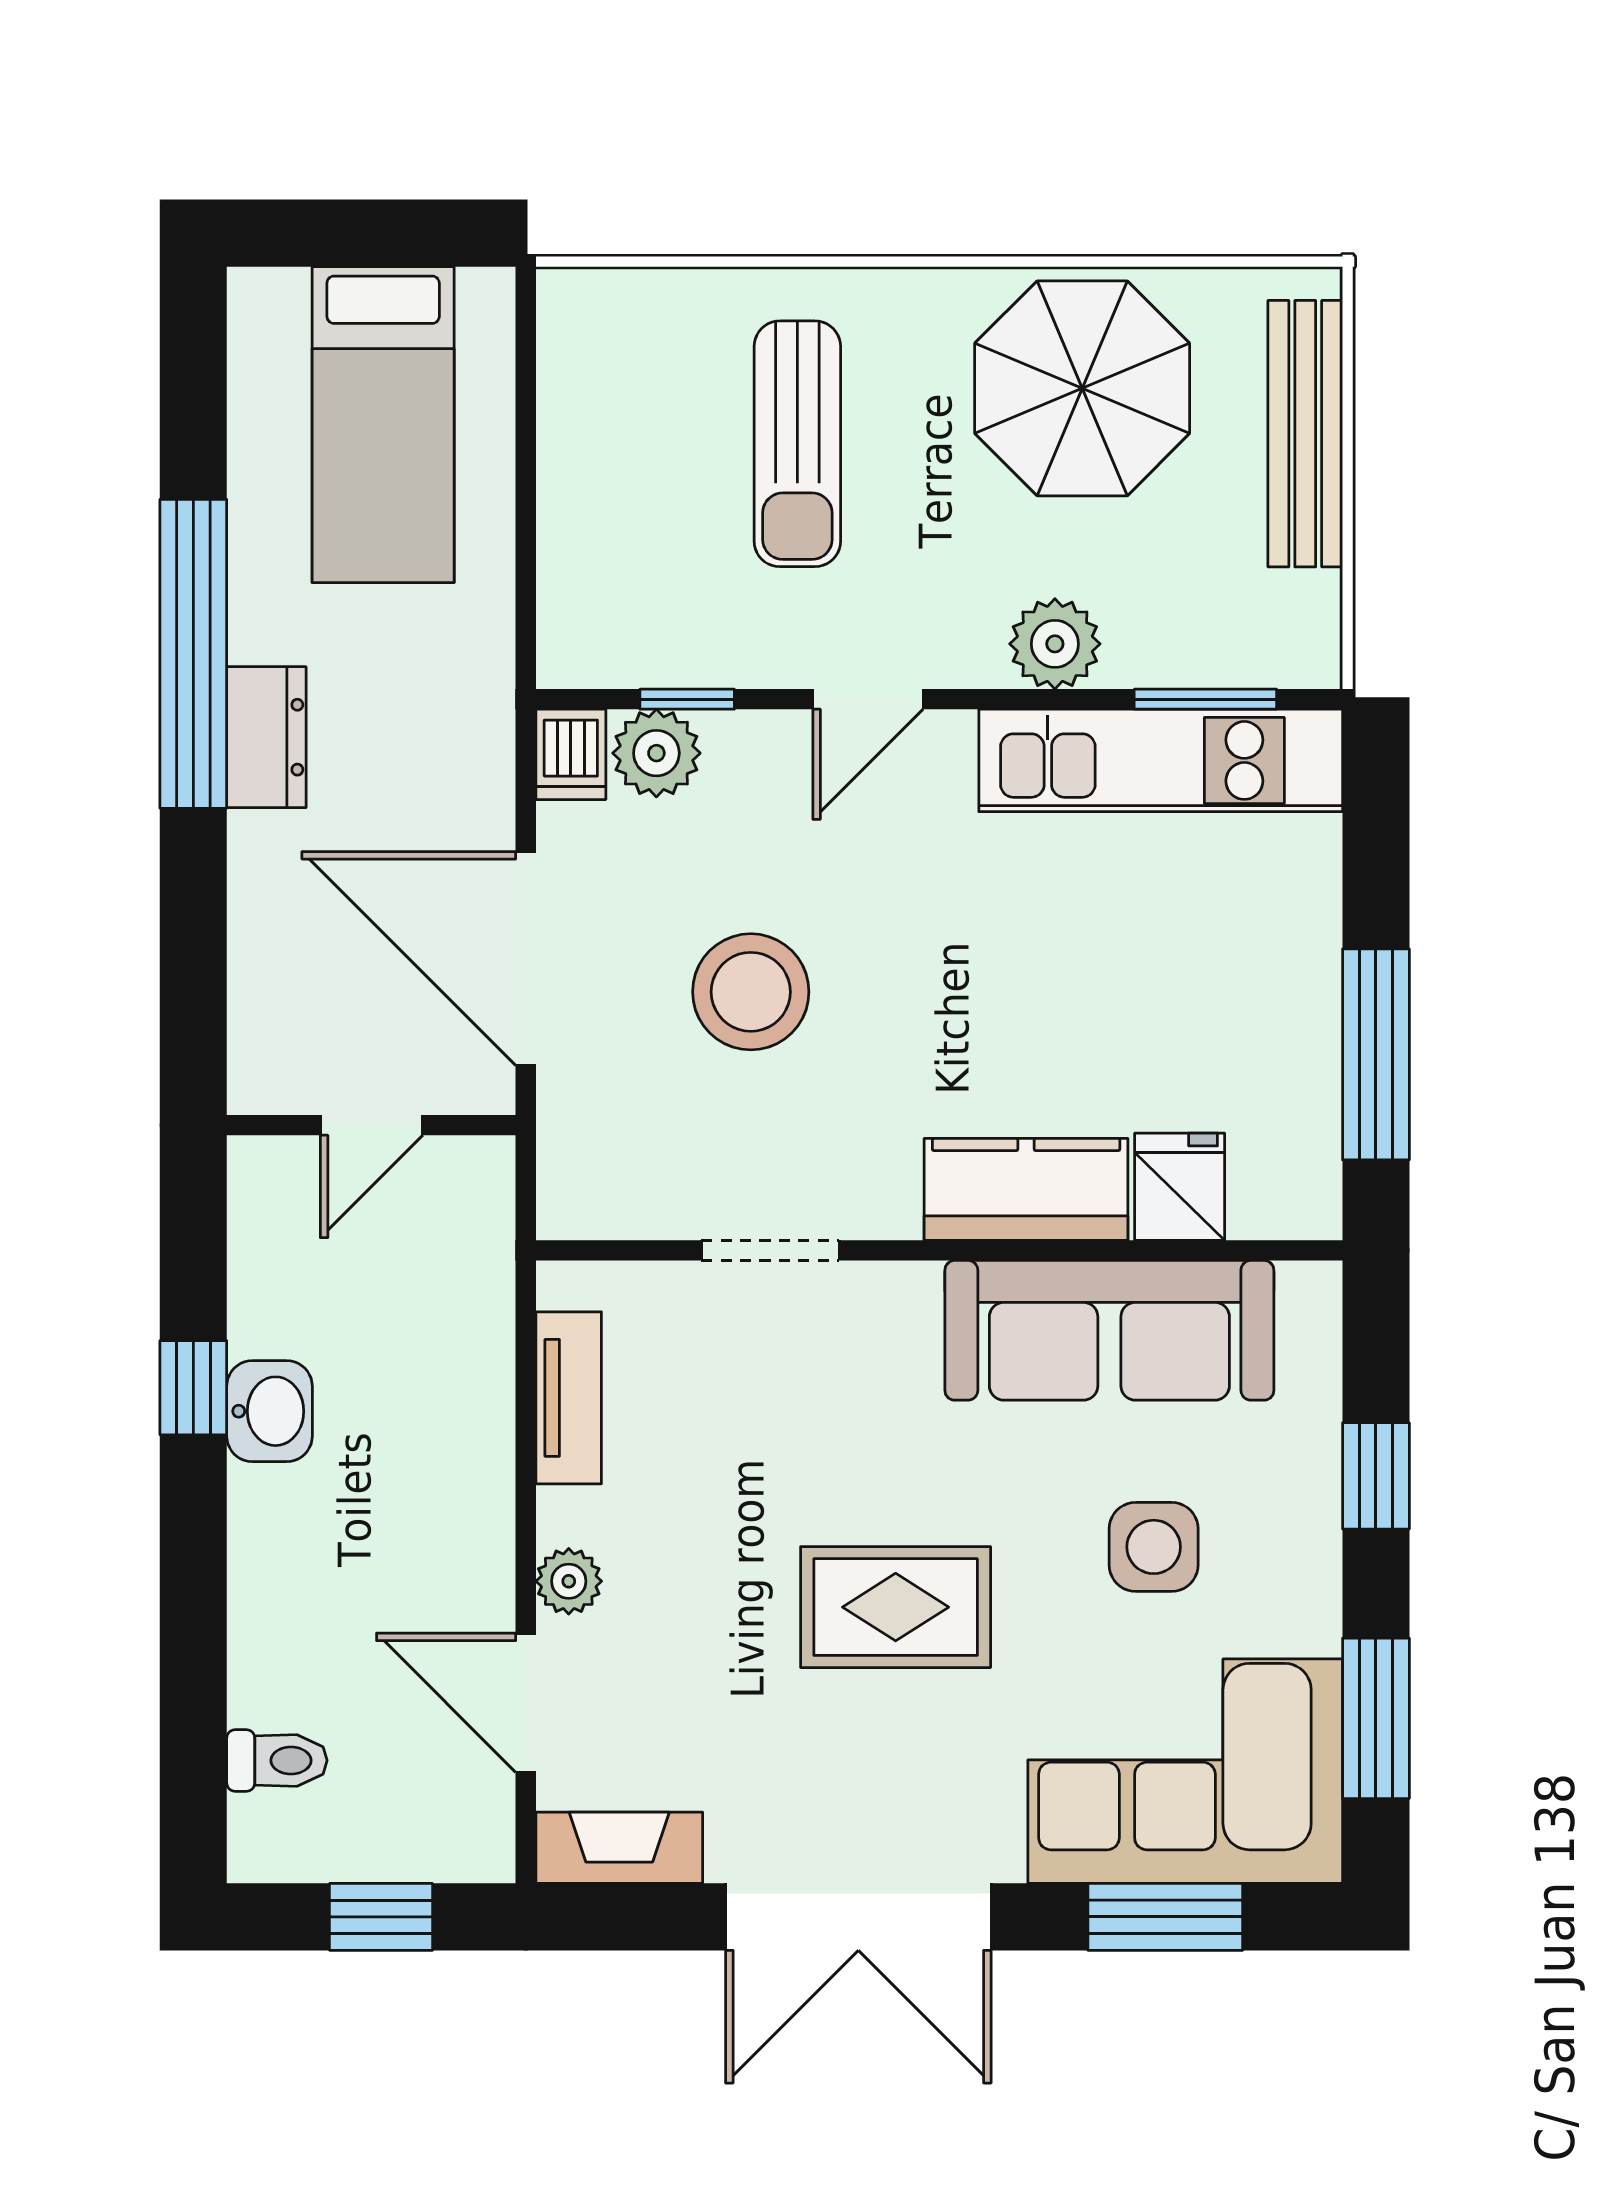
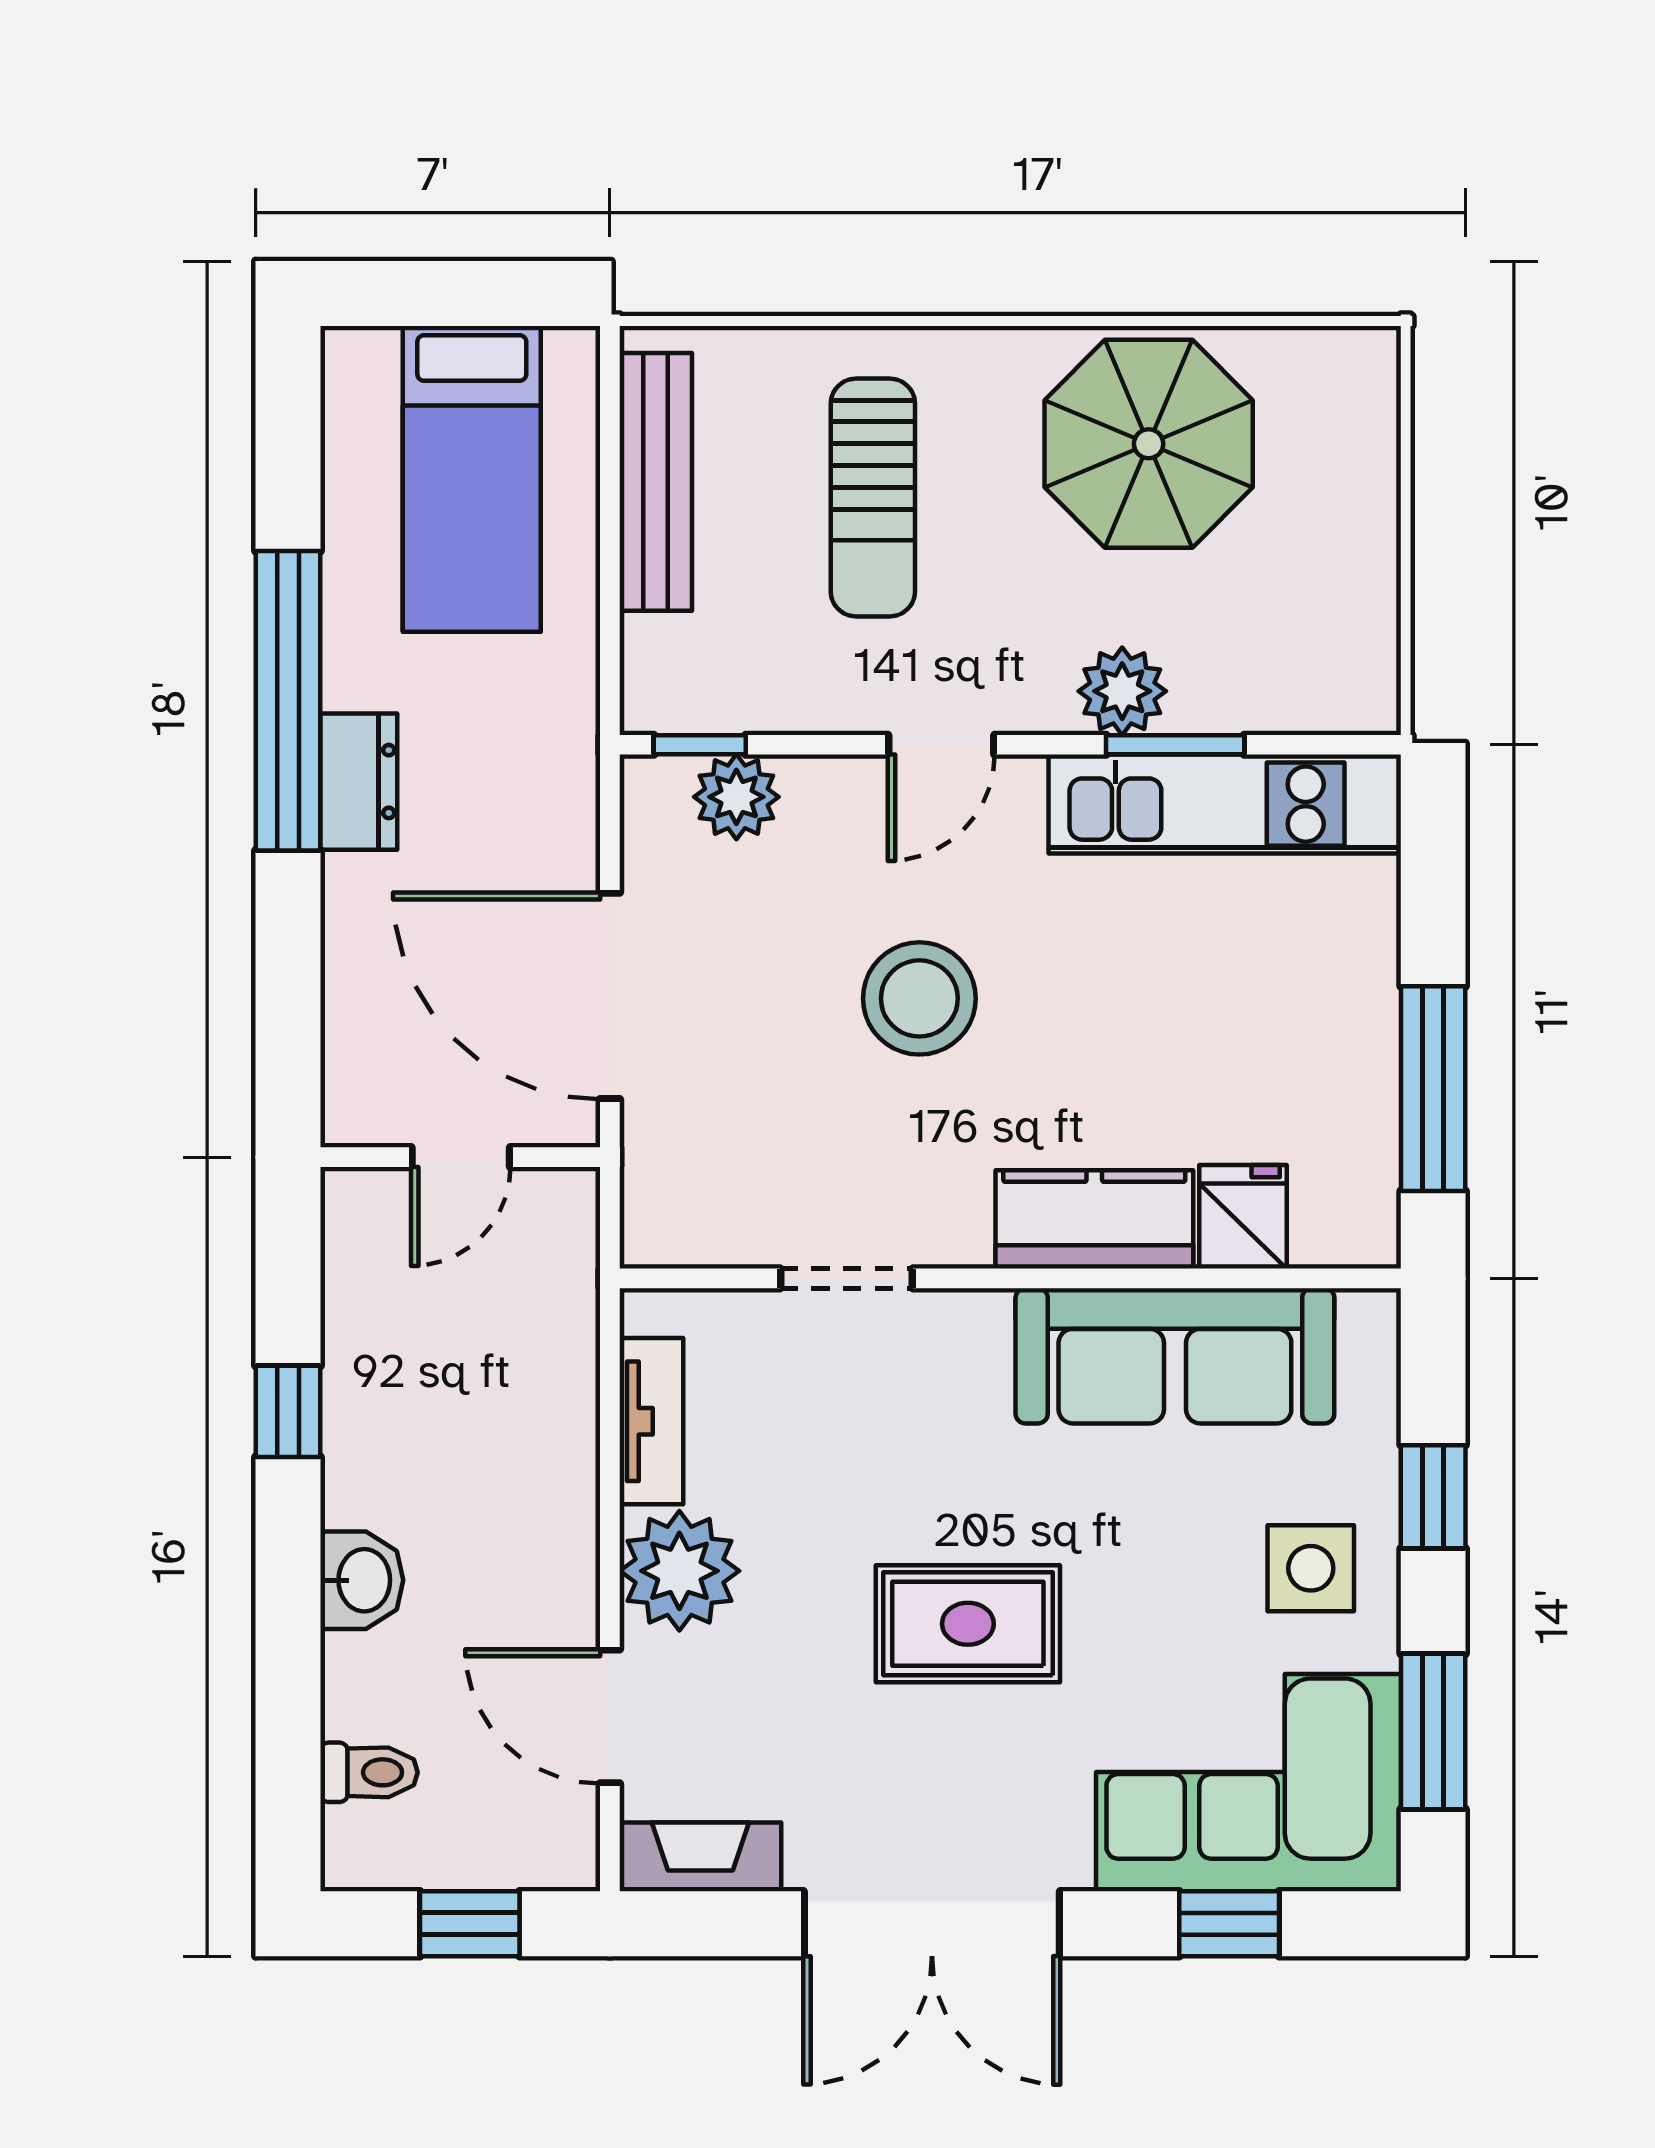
bench: (1305, 434) -> (656, 482), moved
window: (687, 699) -> (700, 745), moved
window: (1205, 699) -> (1175, 745), moved
dishwasher: (571, 754) -> (654, 798), removed
stool: (751, 992) -> (919, 998), moved
washbasin: (269, 1411) -> (362, 1580), moved
side table: (1154, 1547) -> (1311, 1568), moved
plant: (569, 1581) -> (679, 1571), width x1.88, depth x1.88
window: (1165, 1917) -> (1229, 1924), width x0.67

